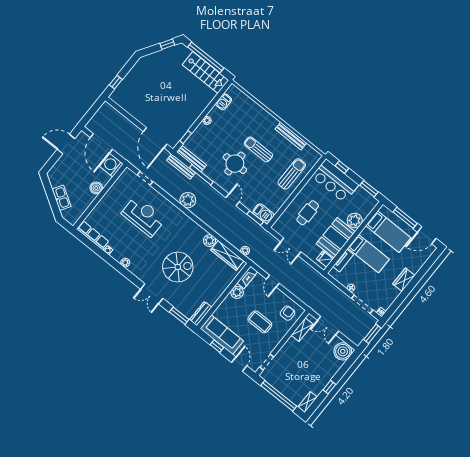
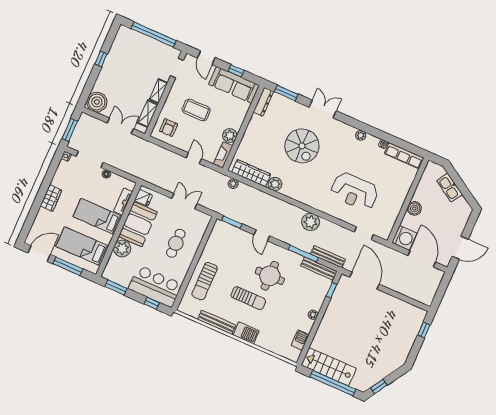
barbecue: (263, 214) -> (246, 333), moved, turned 180
spiral stairs: (178, 267) -> (302, 146), turned -90
shelving: (308, 402) -> (159, 91), moved

